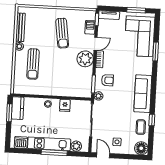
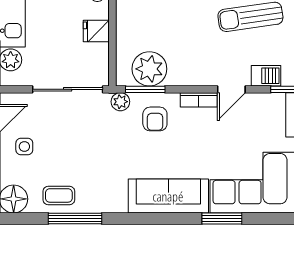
door: (96, 44) -> (231, 89), hinge flipped
plant: (85, 59) -> (149, 69), moved
sofa: (143, 94) -> (168, 196), moved
window: (152, 120) -> (75, 218), width x2.17

